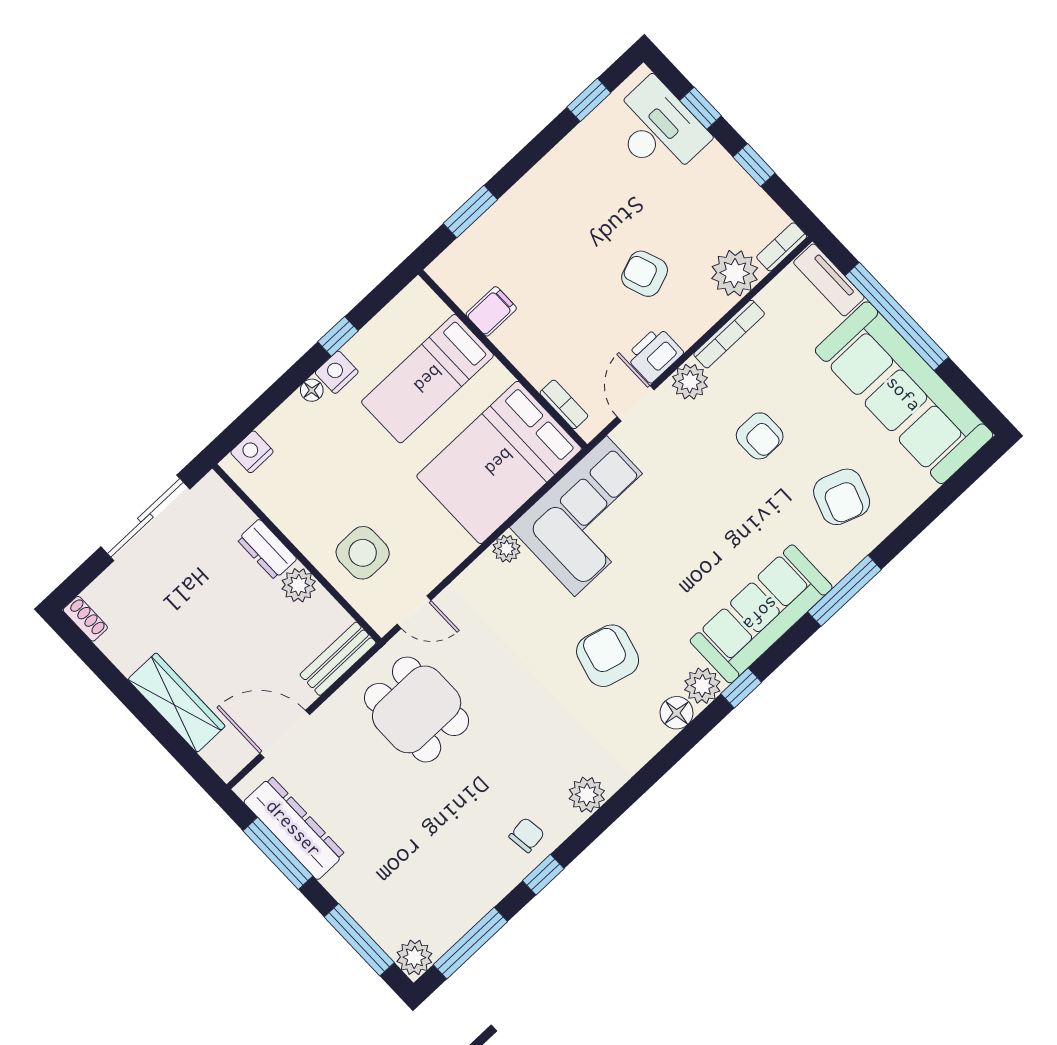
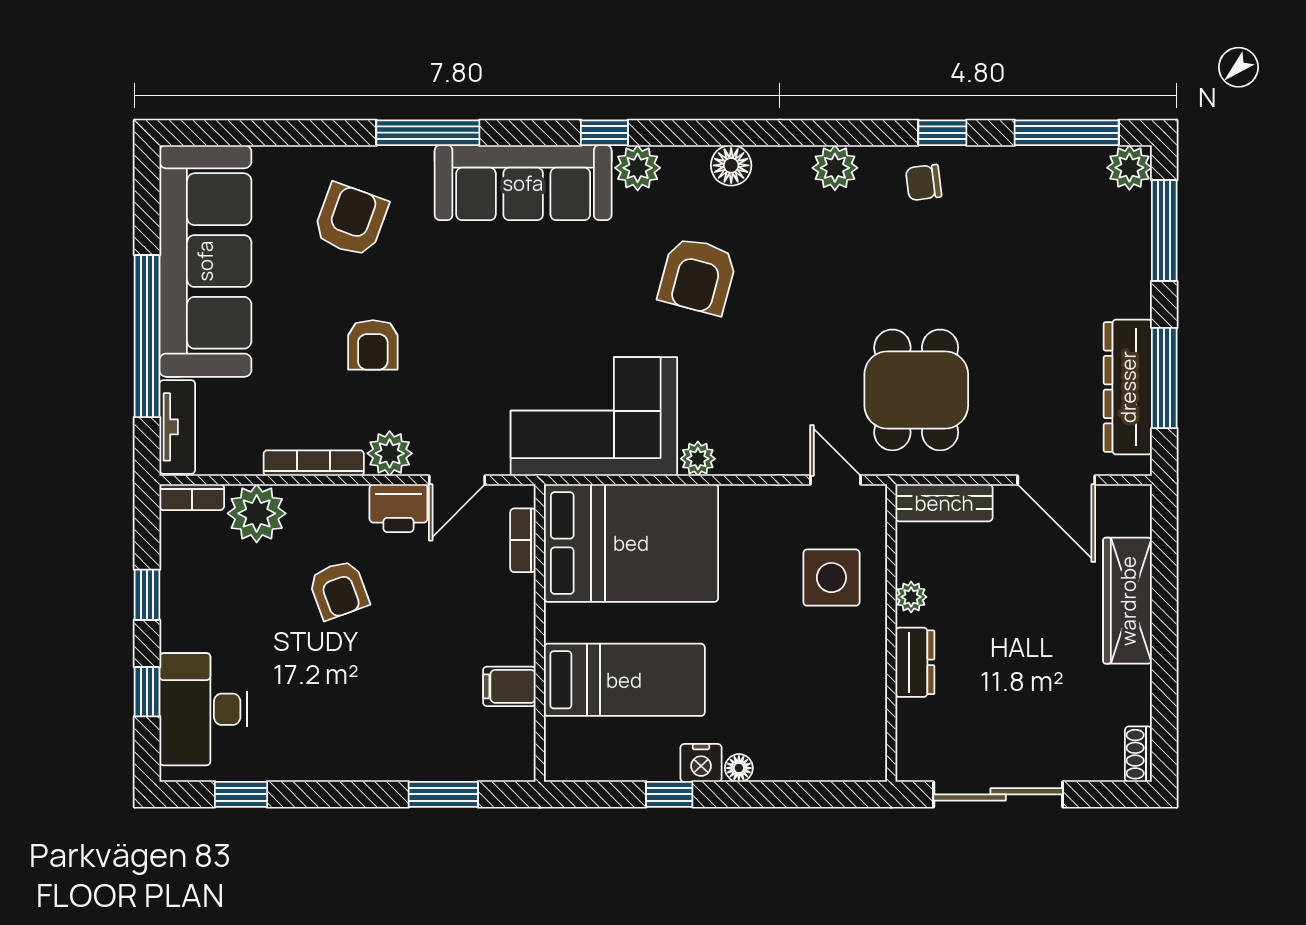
armchair: (760, 436) -> (373, 345), turned 180
nightstand: (252, 452) -> (846, 763), removed
plant: (299, 585) -> (911, 597), width x0.73, depth x0.73
floor lamp: (677, 713) -> (731, 165), moved

